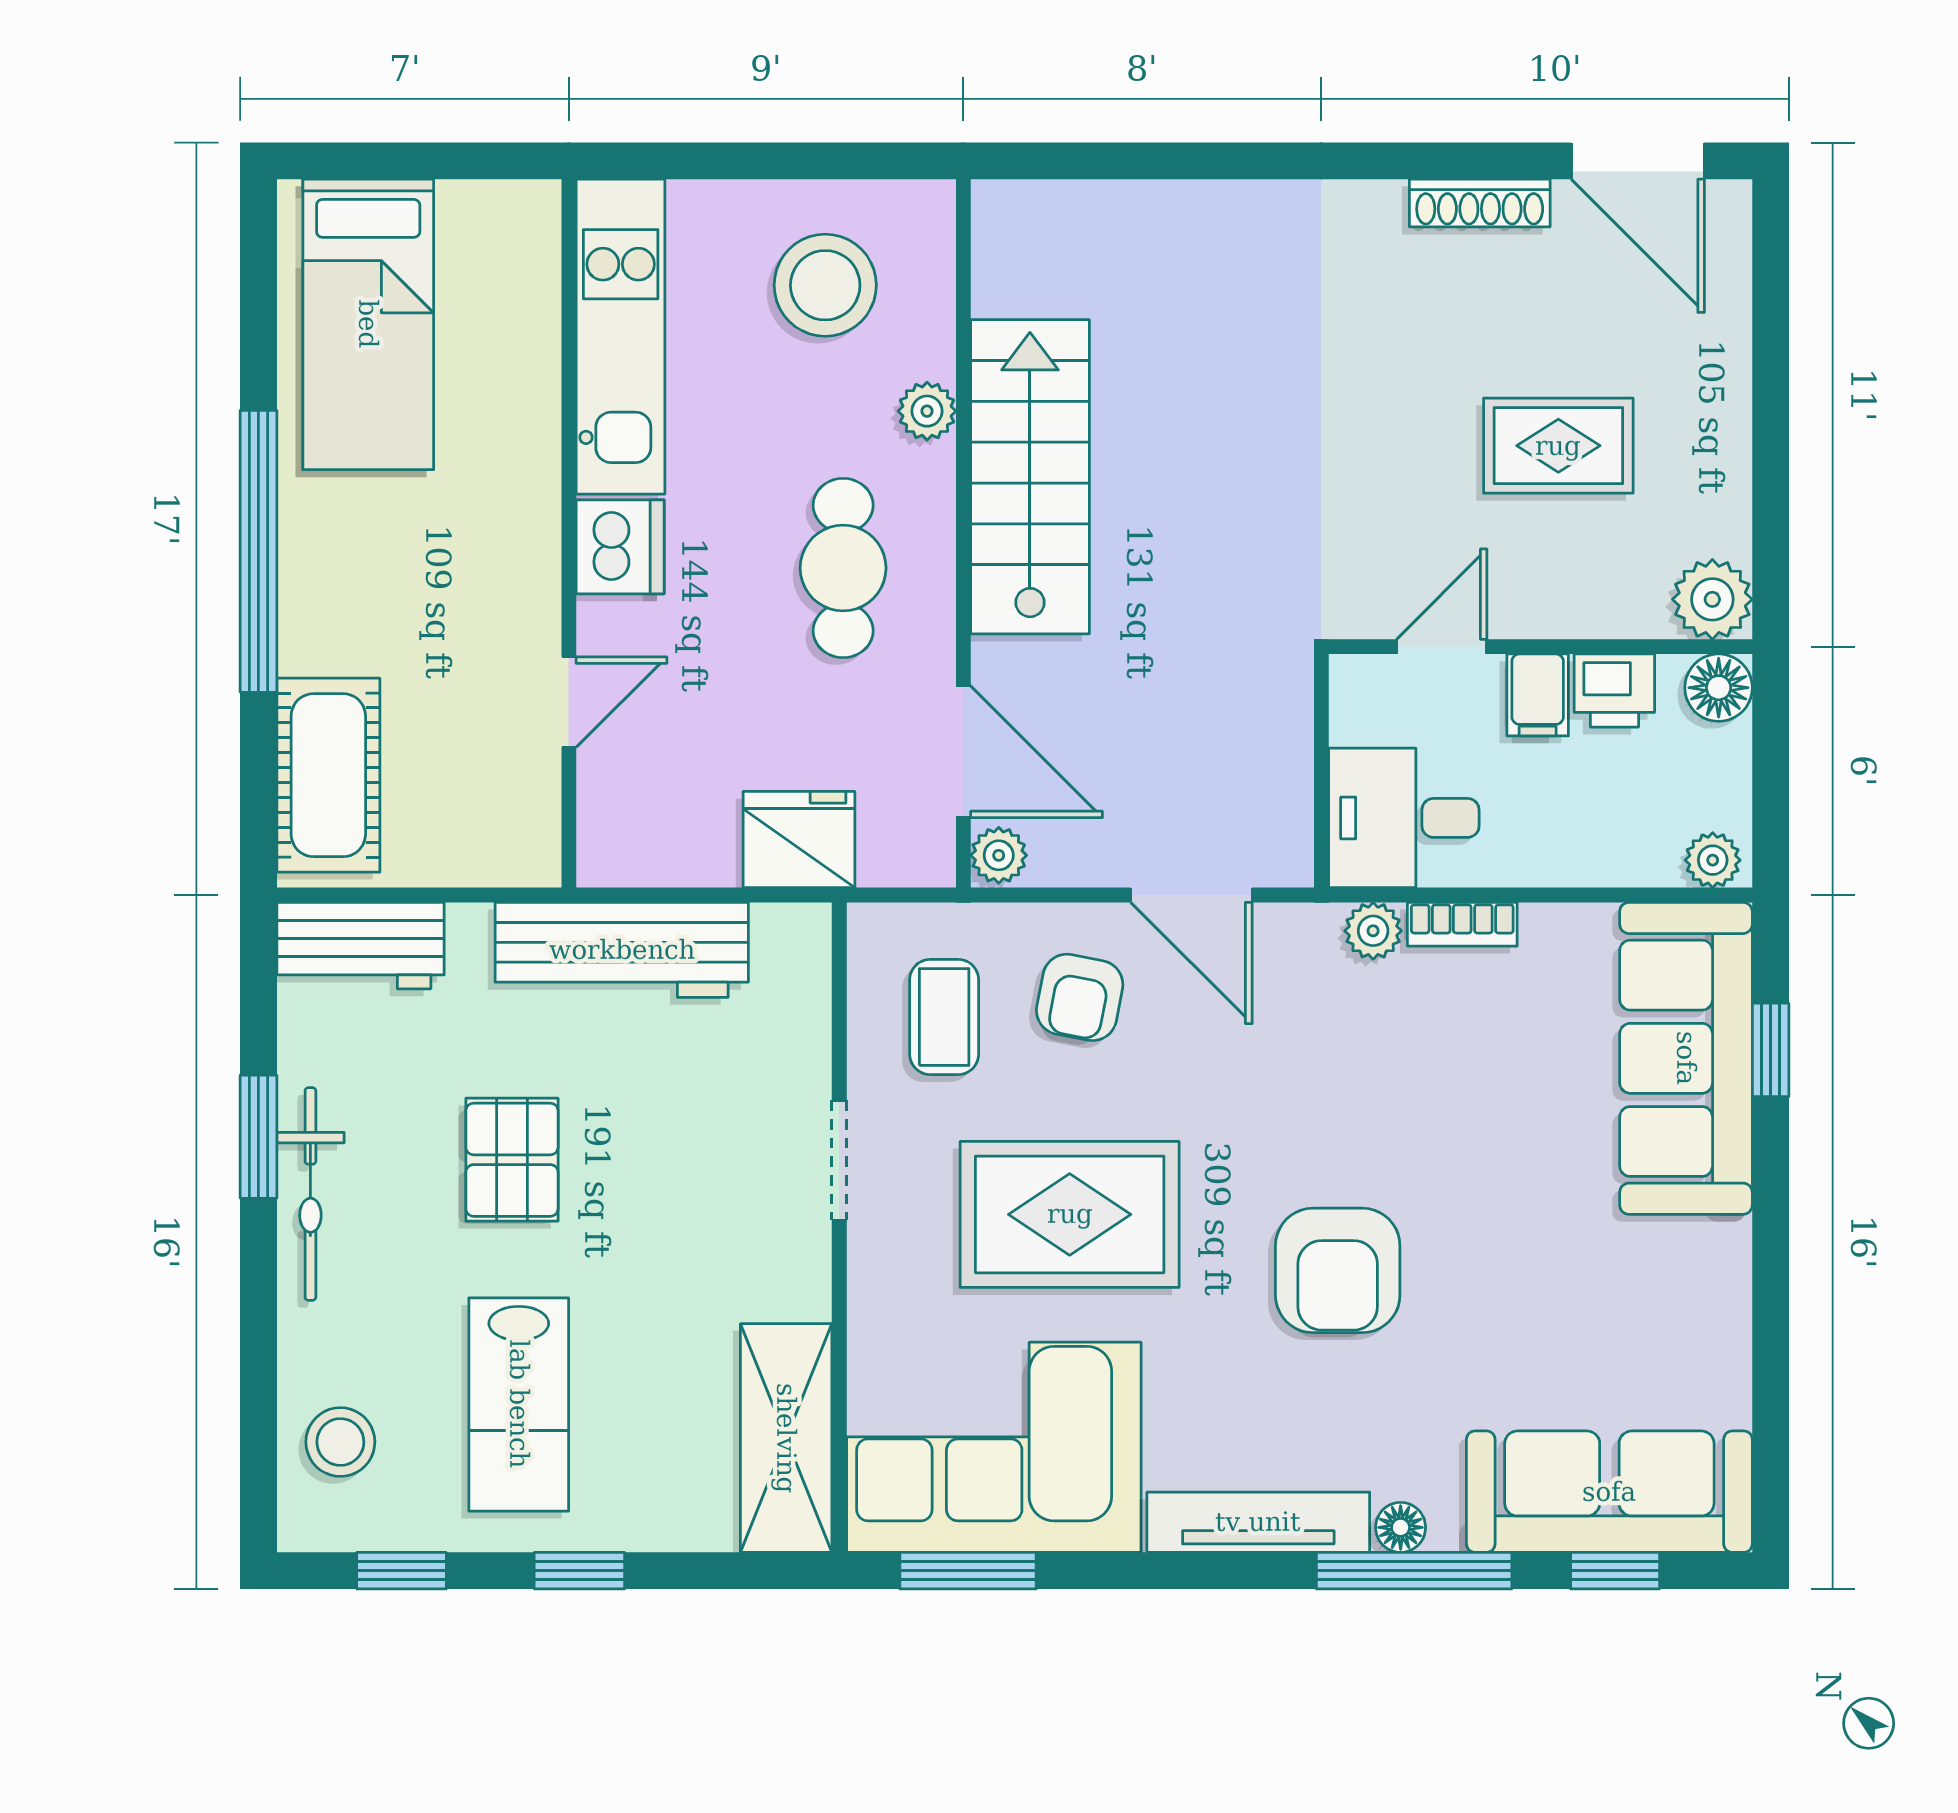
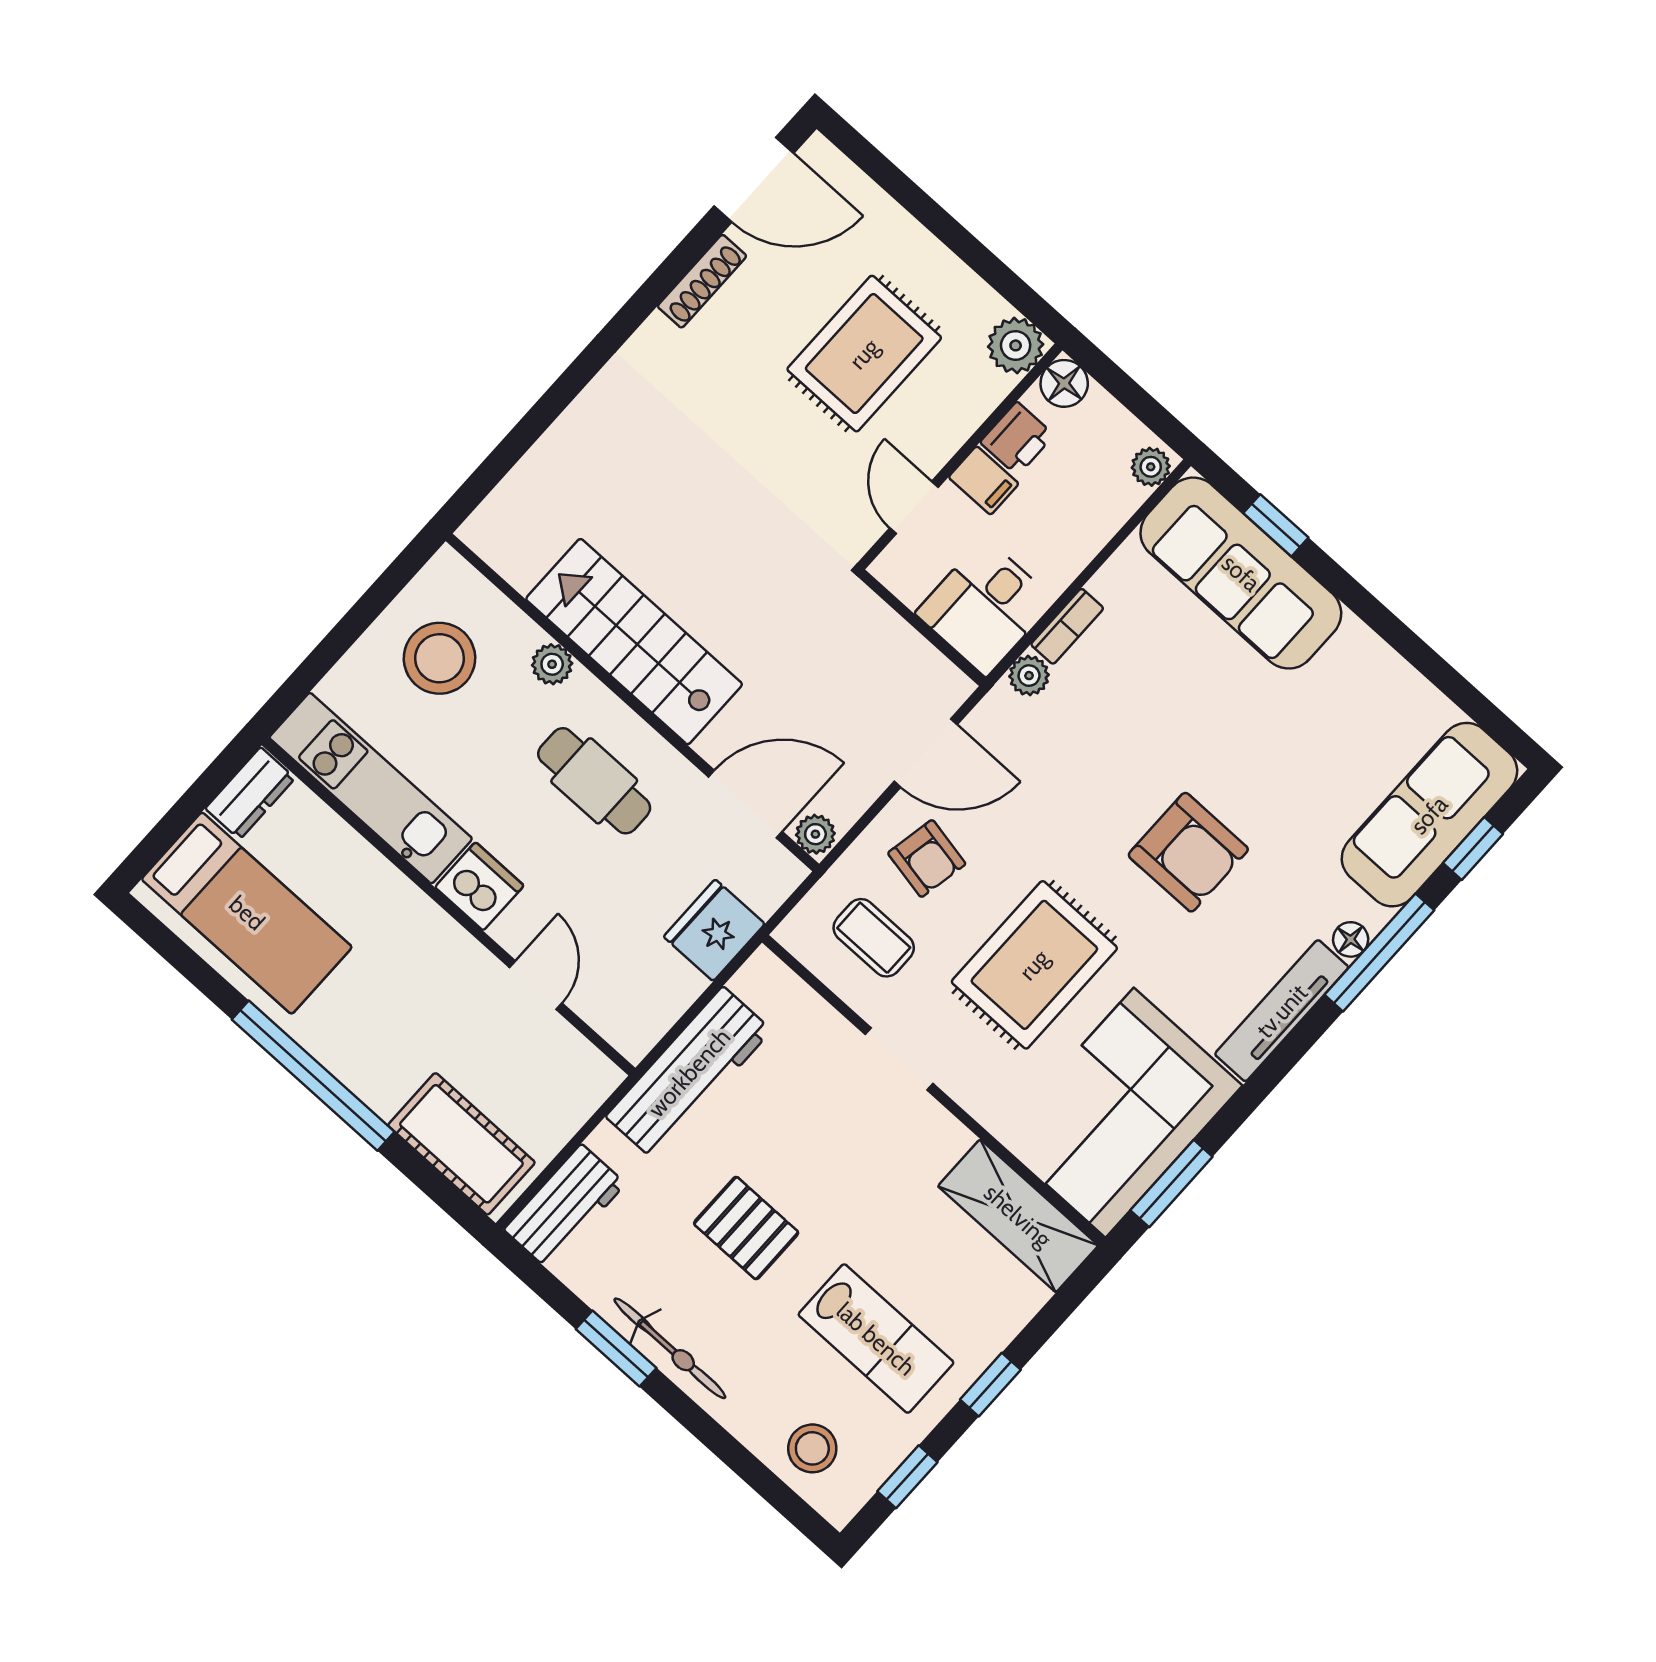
dresser: (499, 213) -> (250, 793), added
rug: (1558, 446) -> (864, 354), width x1.36, depth x1.43

